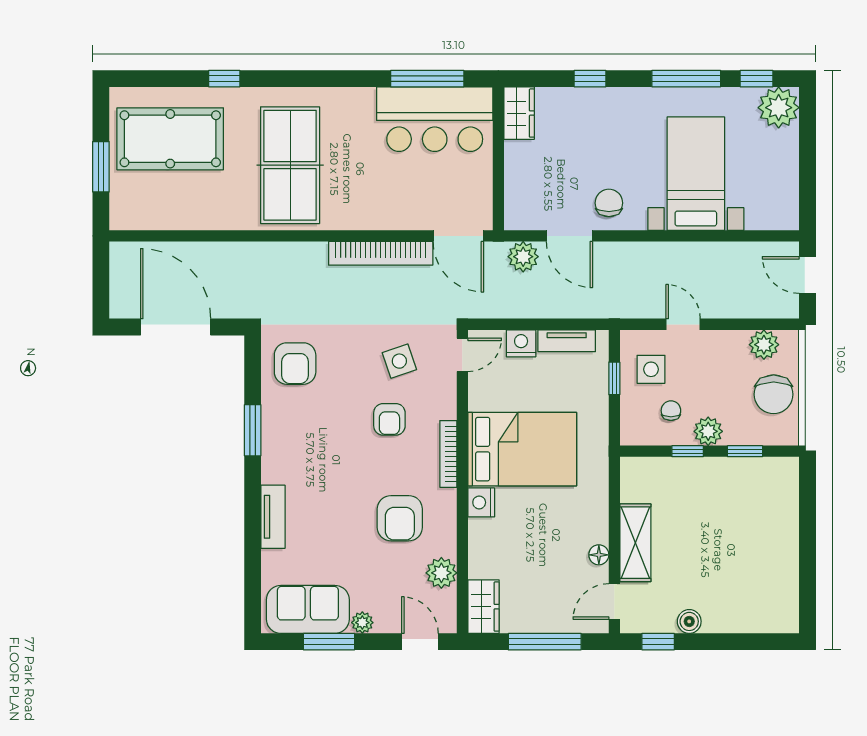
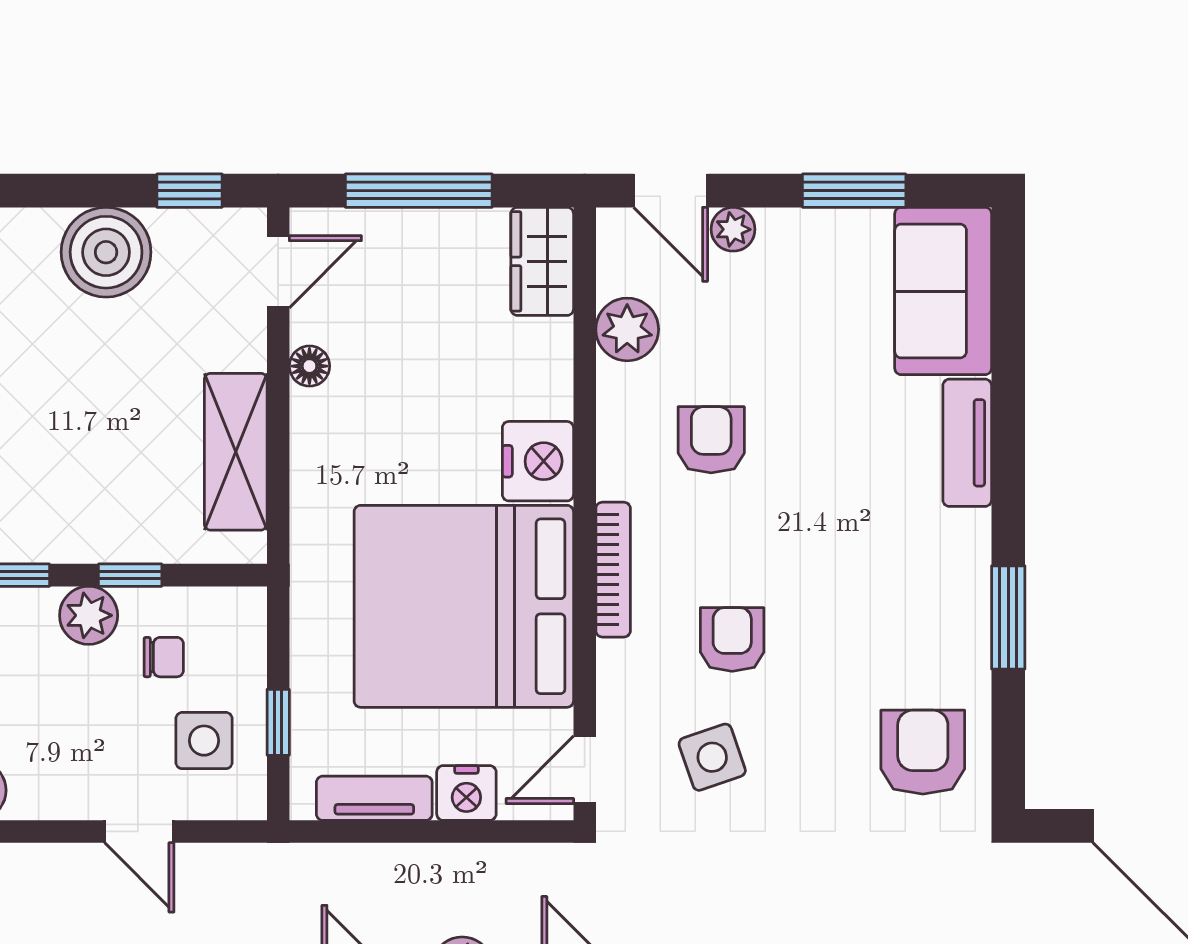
chair: (671, 411) -> (164, 657), turned -90
bed: (522, 449) -> (464, 606), width x1.36
nightstand: (481, 502) -> (538, 461), width x1.36, depth x1.33
armchair: (400, 518) -> (711, 440), width x0.72, depth x0.72
shelving: (635, 543) -> (236, 452), moved
sofa: (308, 609) -> (943, 291), moved, turned 90
boiler: (689, 621) -> (106, 252), width x1.86, depth x1.86
plant: (362, 623) -> (733, 229), moved

